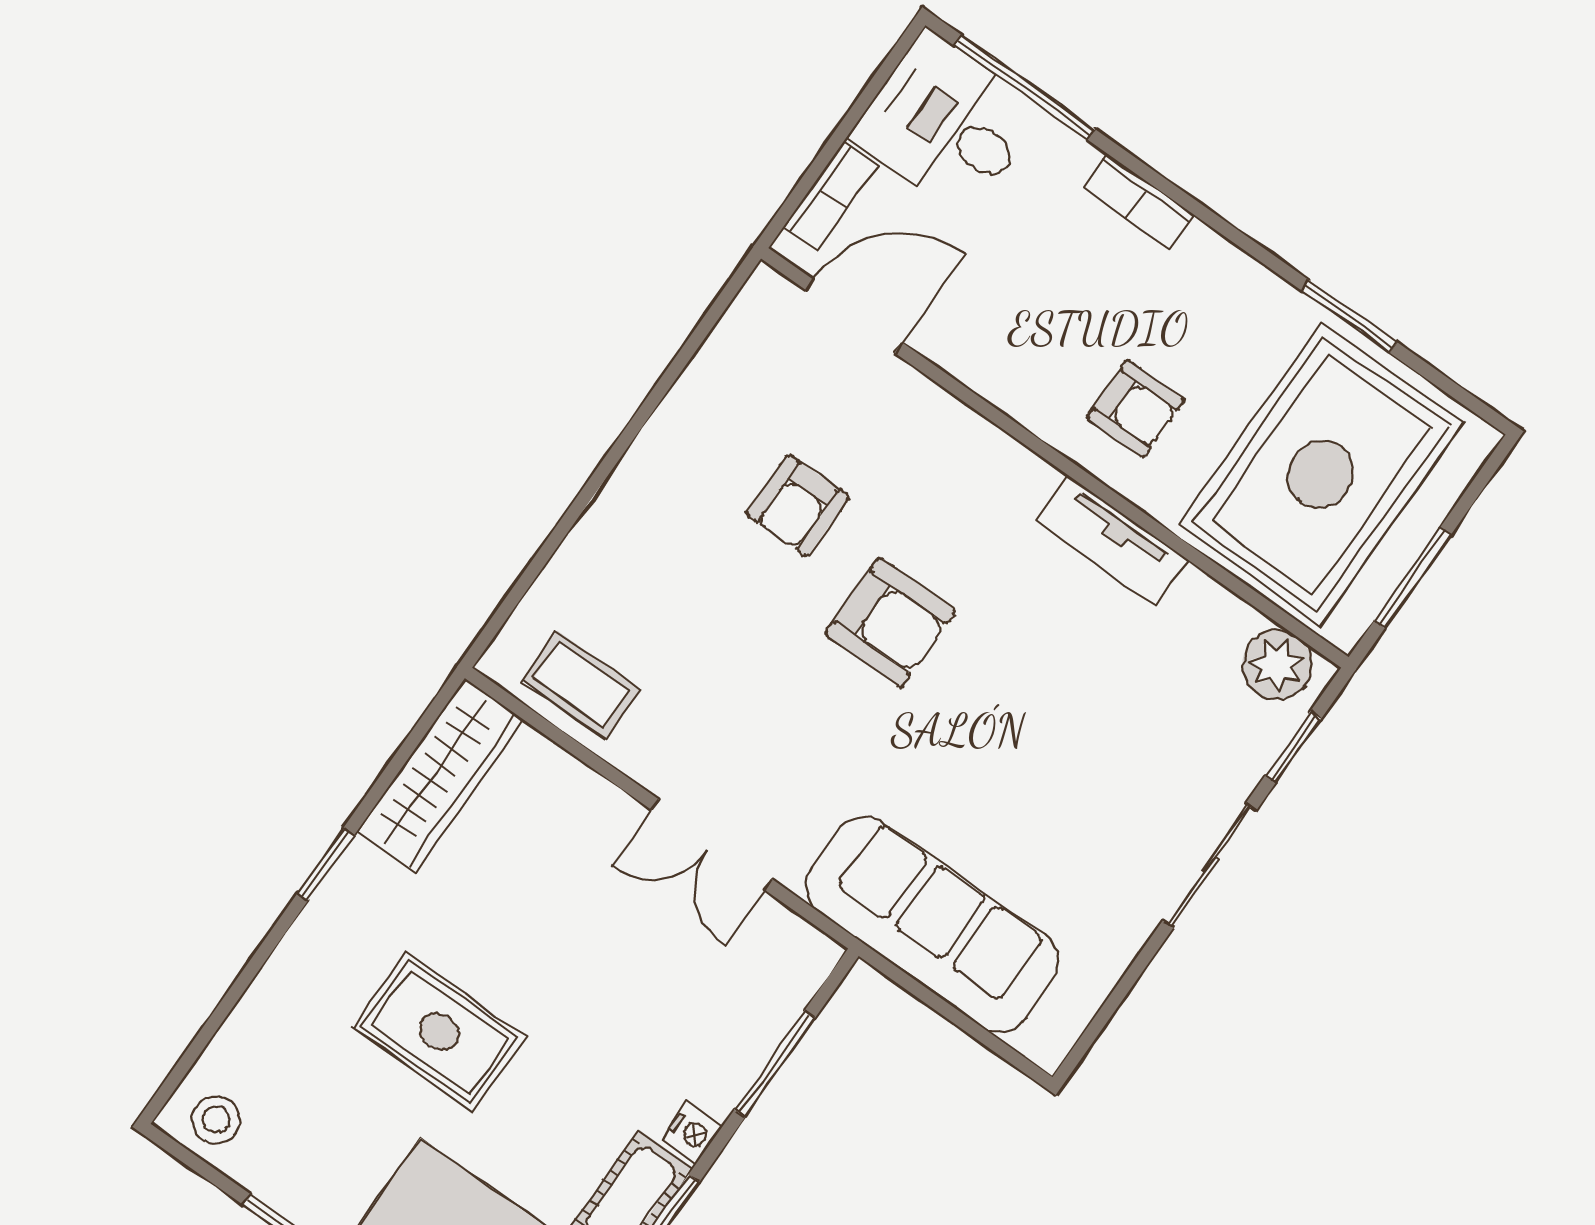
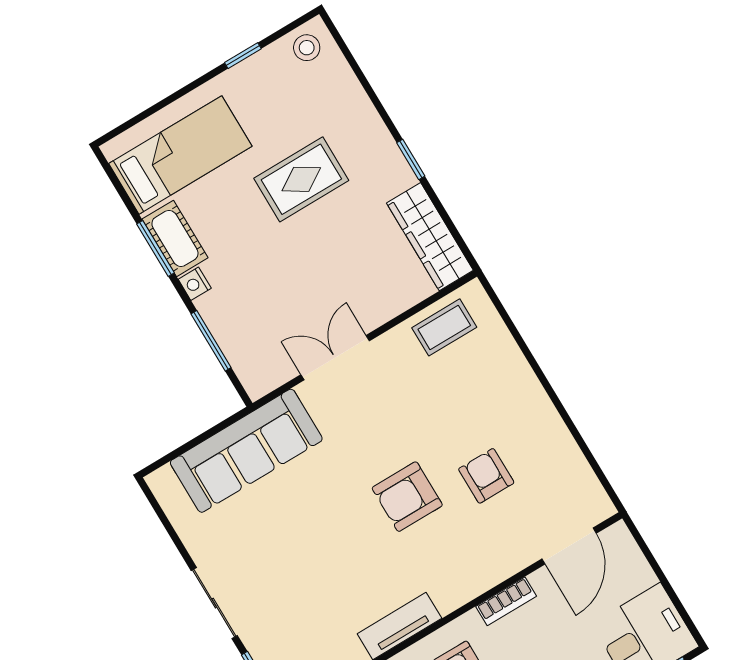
bookcase: (830, 196) -> (506, 601), moved, turned -90

